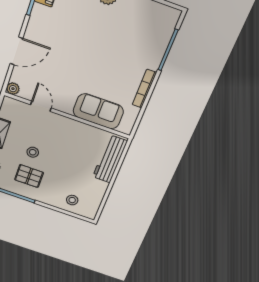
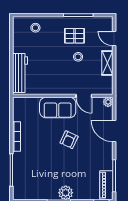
door: (16, 51) -> (114, 131), hinge flipped
armchair: (78, 61) -> (69, 140), added
sofa: (98, 111) -> (58, 107), moved

